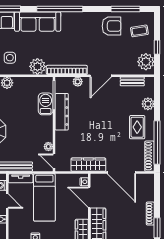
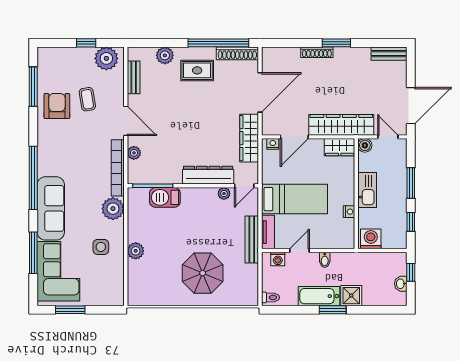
coffee table: (139, 31) -> (87, 99), moved
dresser: (62, 112) -> (208, 175), moved

